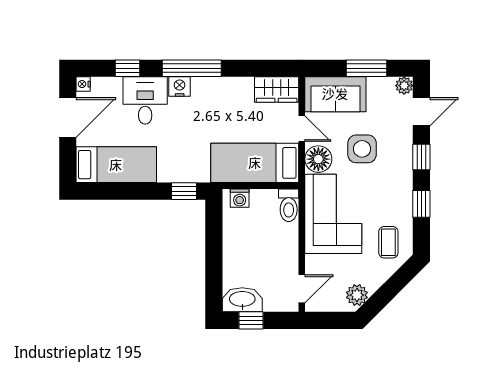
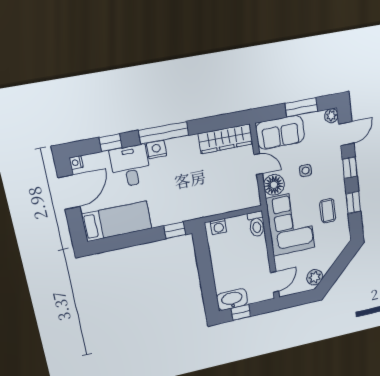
wardrobe: (277, 89) -> (226, 139), width x1.50
side table: (362, 149) -> (306, 171), width x0.54, depth x0.54
bed: (255, 163) -> (226, 198), removed
coffee table: (388, 242) -> (328, 211), moved

